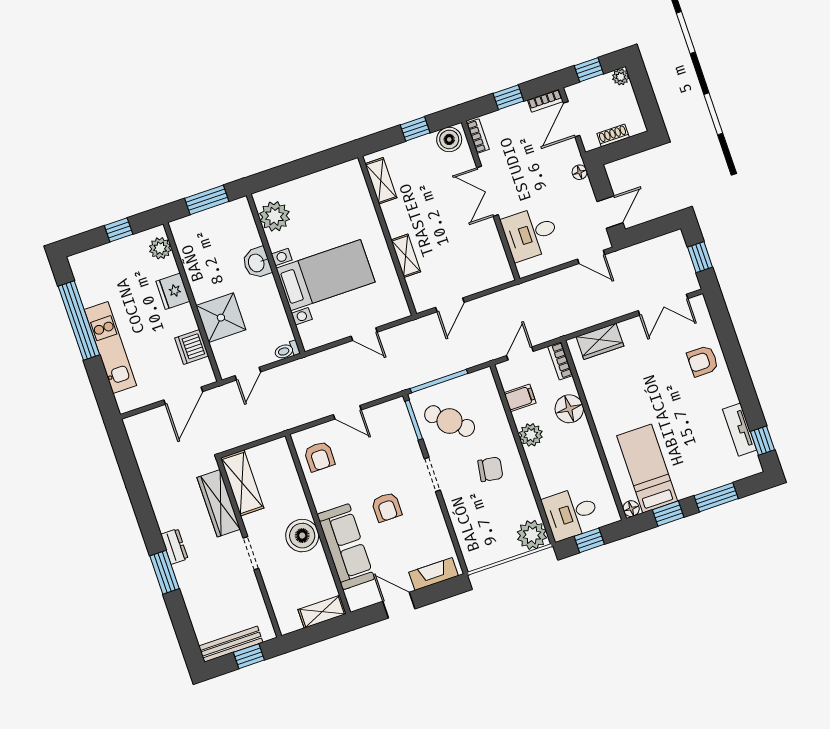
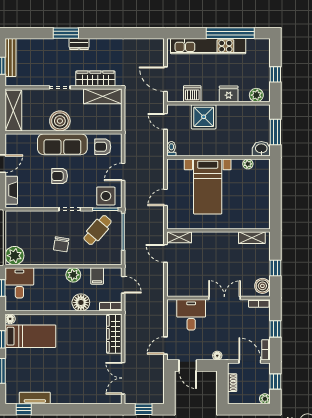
plant: (275, 216) -> (248, 164), width x0.53, depth x0.53
shelving: (406, 256) -> (179, 237), moved
washbasin: (257, 263) -> (261, 149), moved
wardrobe: (600, 341) -> (114, 334), width x1.50
kitchen unit: (110, 348) -> (208, 46), width x1.36
armchair: (703, 361) -> (82, 390), removed
side table: (393, 426) -> (106, 196), added
sofa: (346, 547) -> (62, 144), moved
shelving: (322, 612) -> (13, 111), width x1.50, depth x1.33

